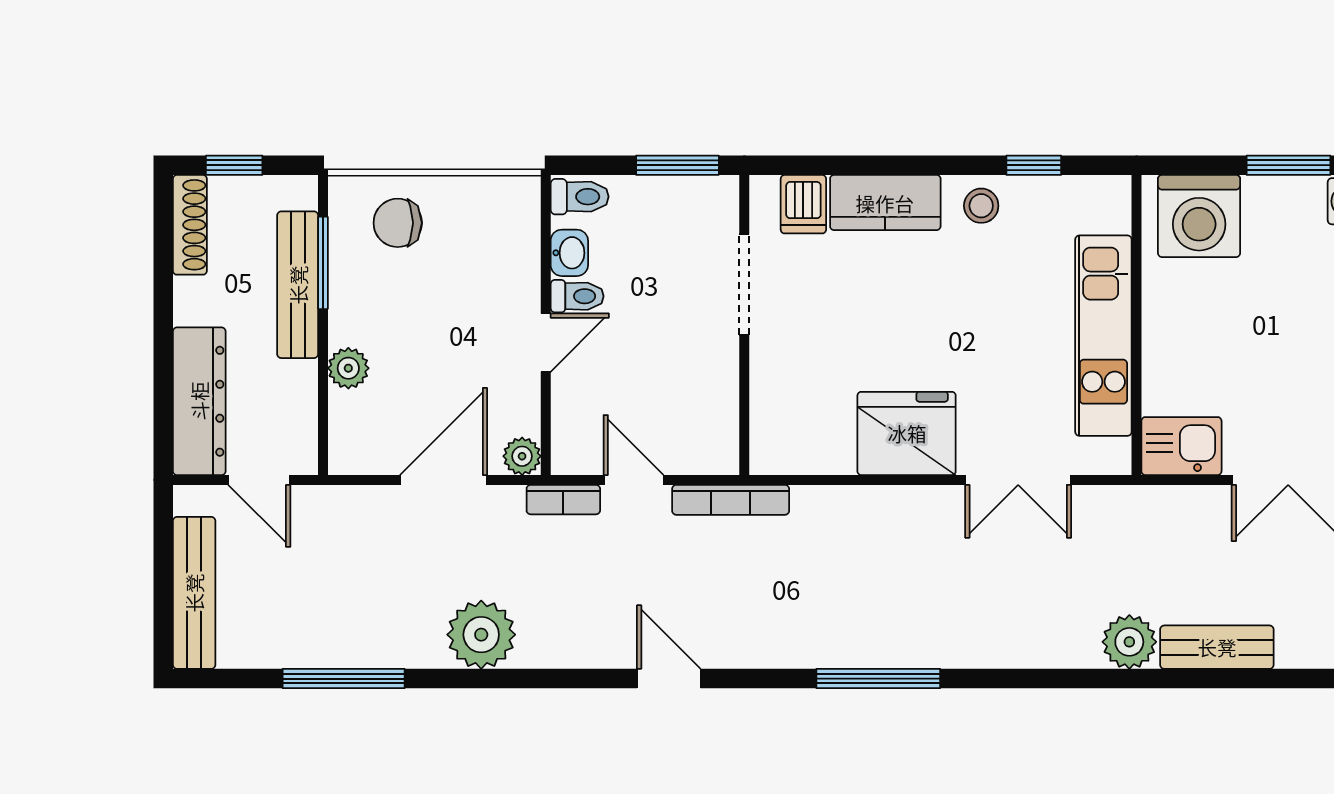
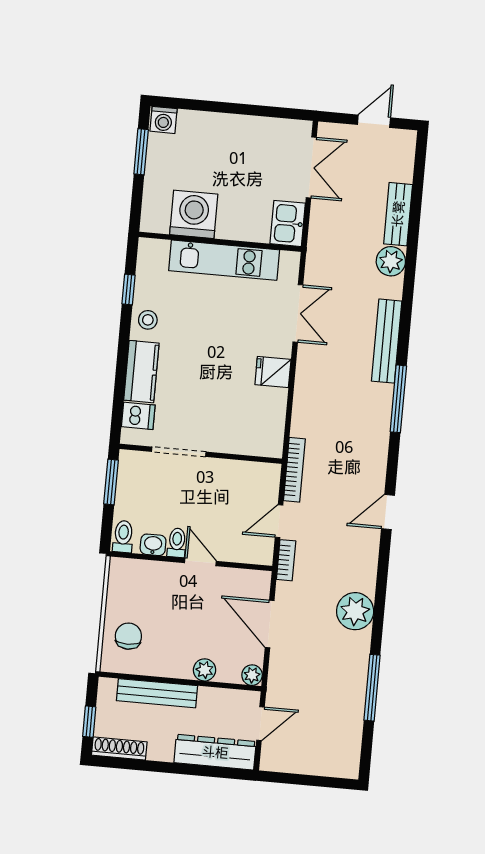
washing machine: (1199, 216) -> (194, 214), moved, turned -90
chair: (398, 223) -> (128, 636), turned 180
window: (323, 263) -> (146, 678), removed
fridge: (907, 433) -> (273, 372), width x0.53, depth x0.75
plant: (522, 456) -> (252, 675), moved
bench: (194, 593) -> (387, 341), moved, turned 90

